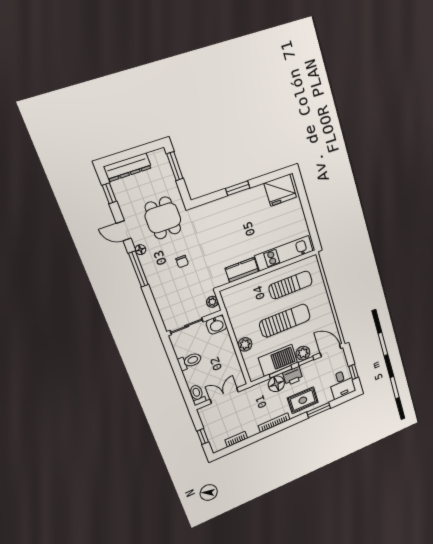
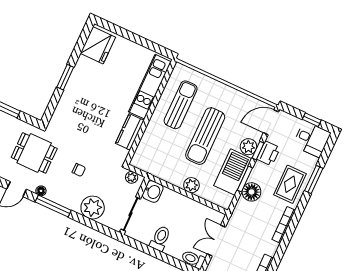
plant: (165, 297) -> (93, 208), added
sun lounger: (285, 321) -> (205, 136), turned 180
printer: (293, 376) -> (268, 153), moved

